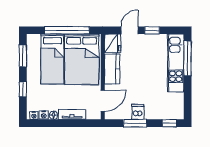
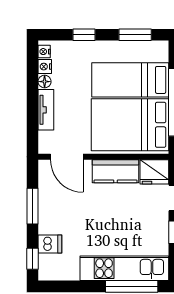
dishwasher: (138, 112) -> (50, 244), moved

